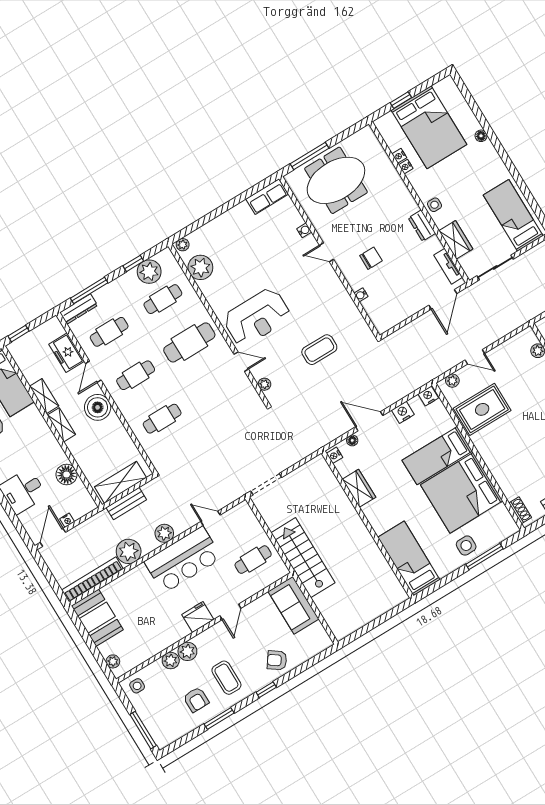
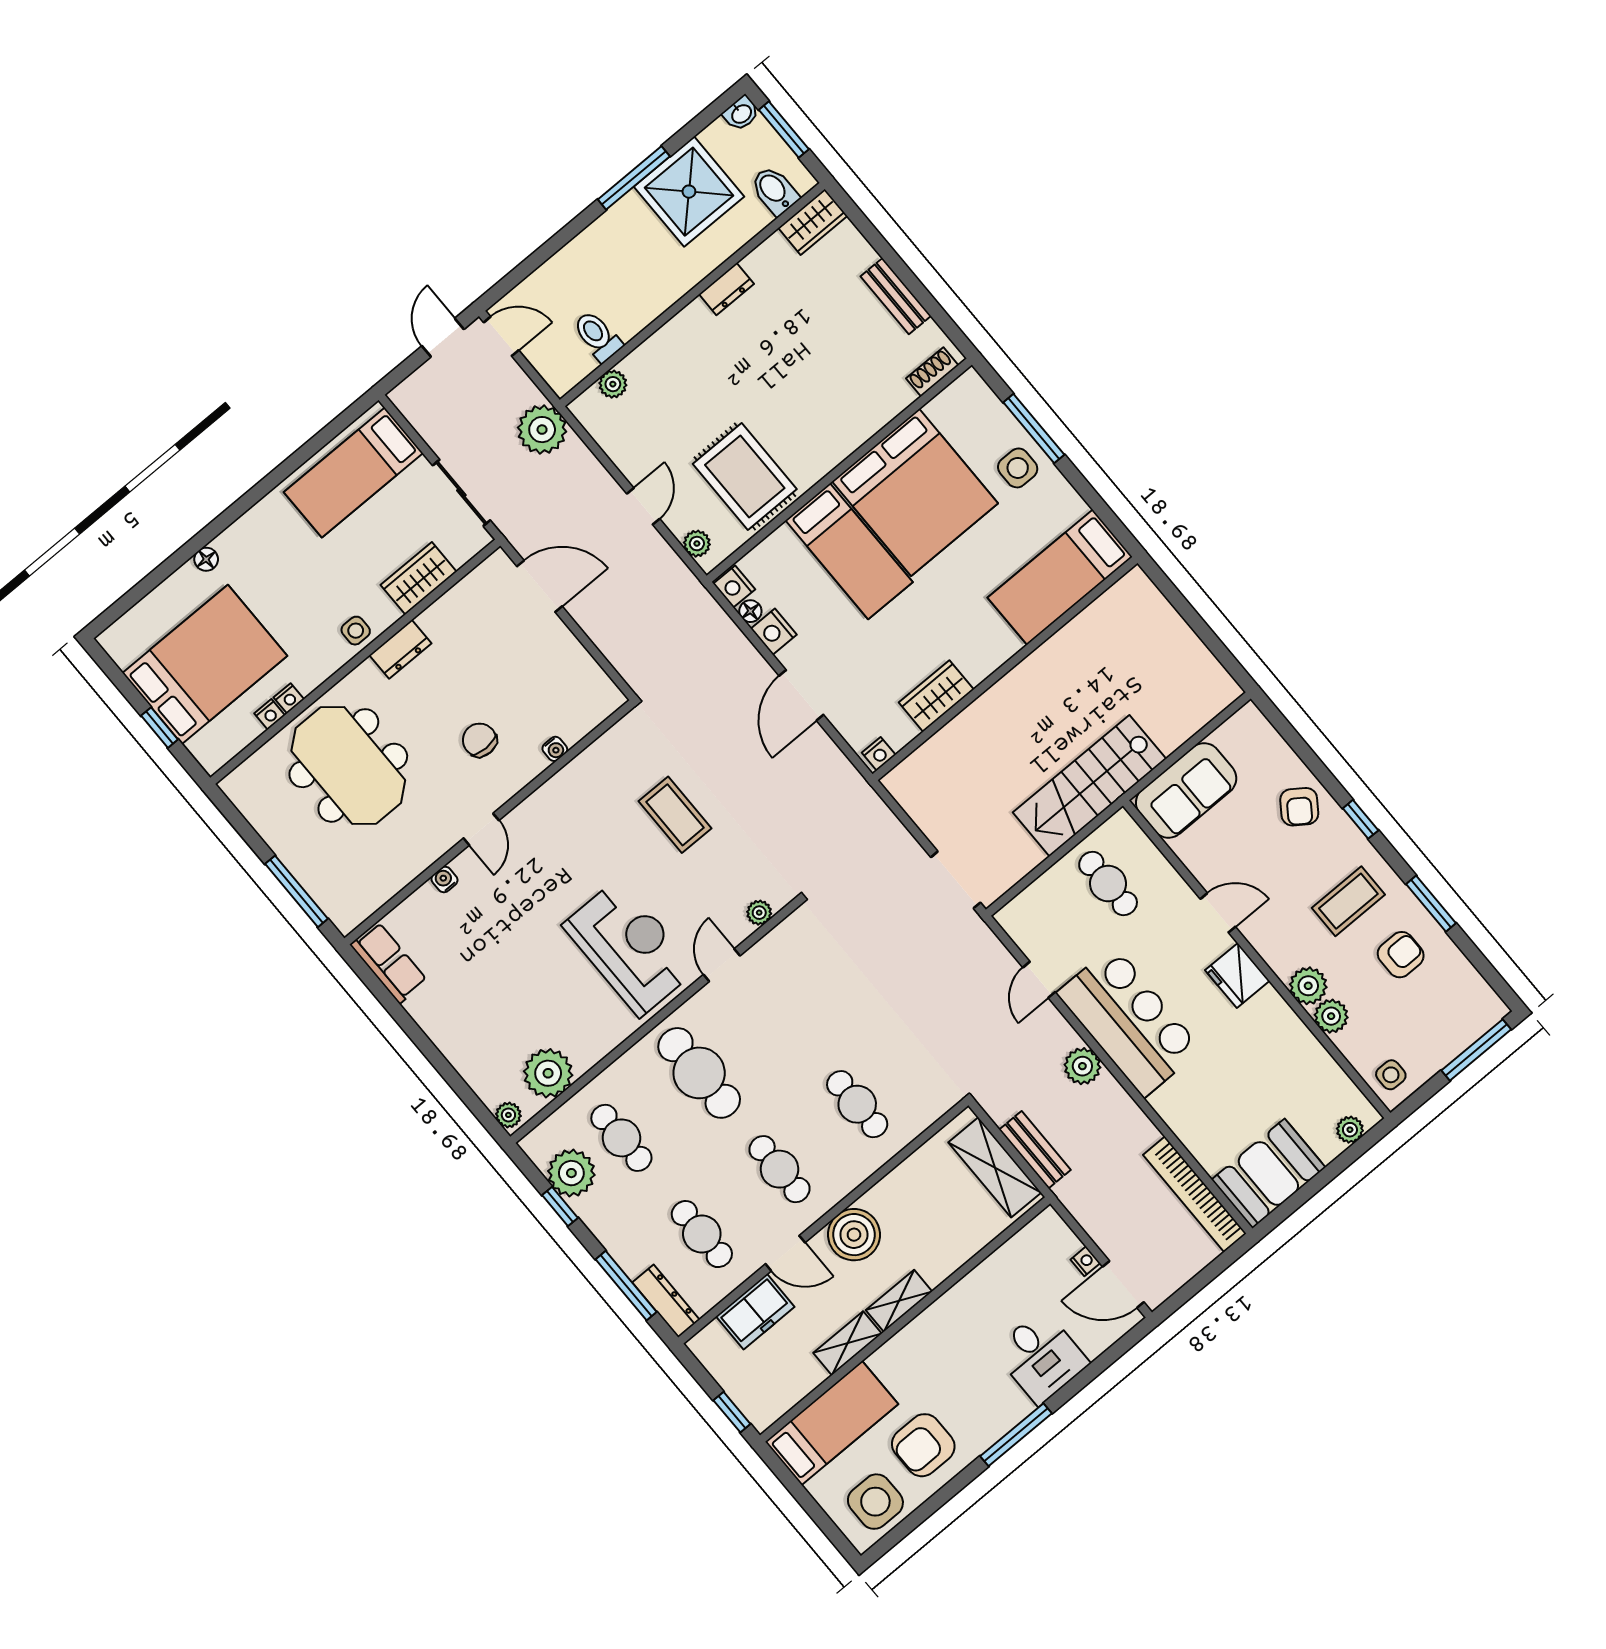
meeting table: (336, 180) -> (348, 765), moved
tv unit: (448, 266) -> (473, 586), removed
floor lamp: (352, 440) -> (750, 611), moved
floor lamp: (67, 475) -> (995, 1276), removed
plant: (129, 551) -> (542, 430), moved

